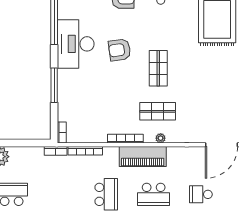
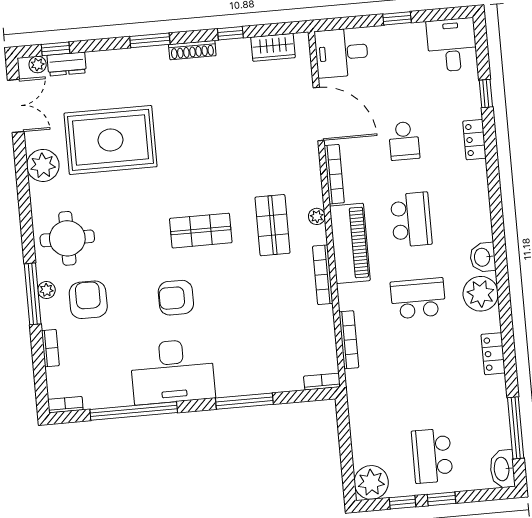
armchair: (120, 50) -> (176, 298), turned 98
bookcase: (56, 151) -> (334, 174), moved, width x1.56

